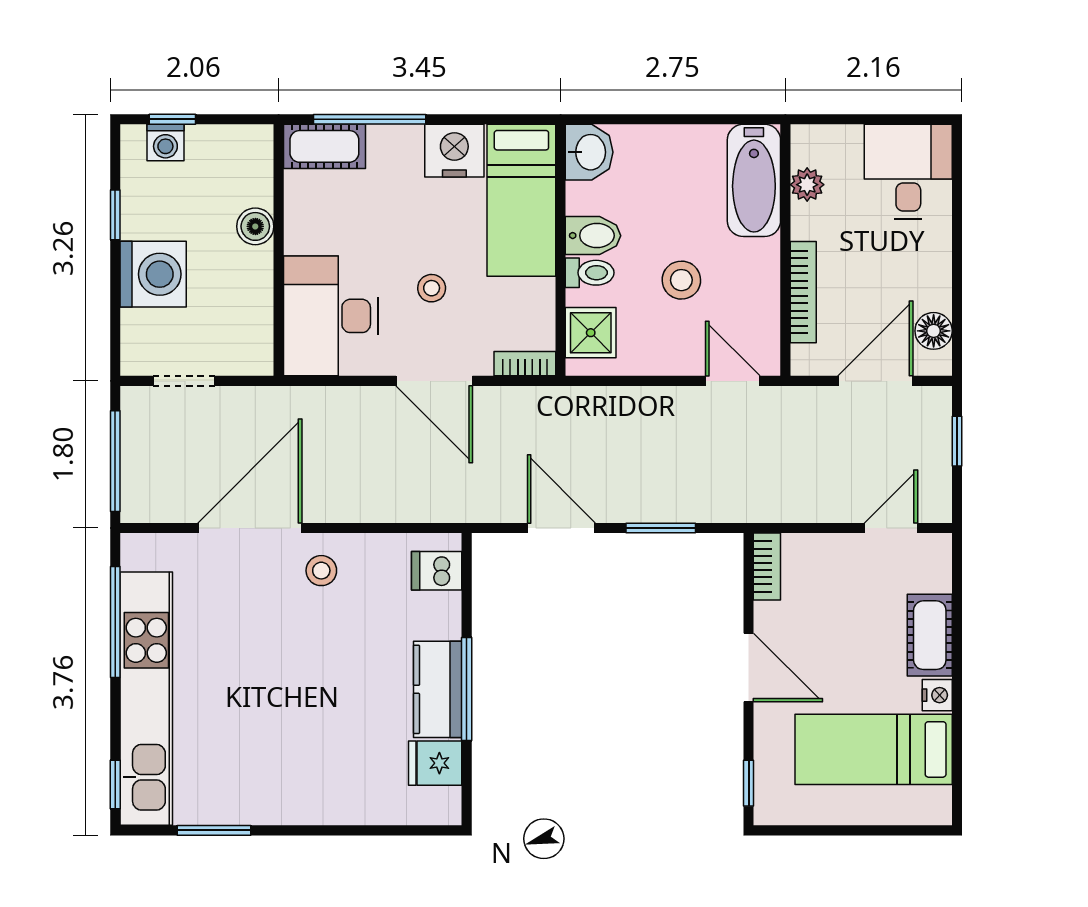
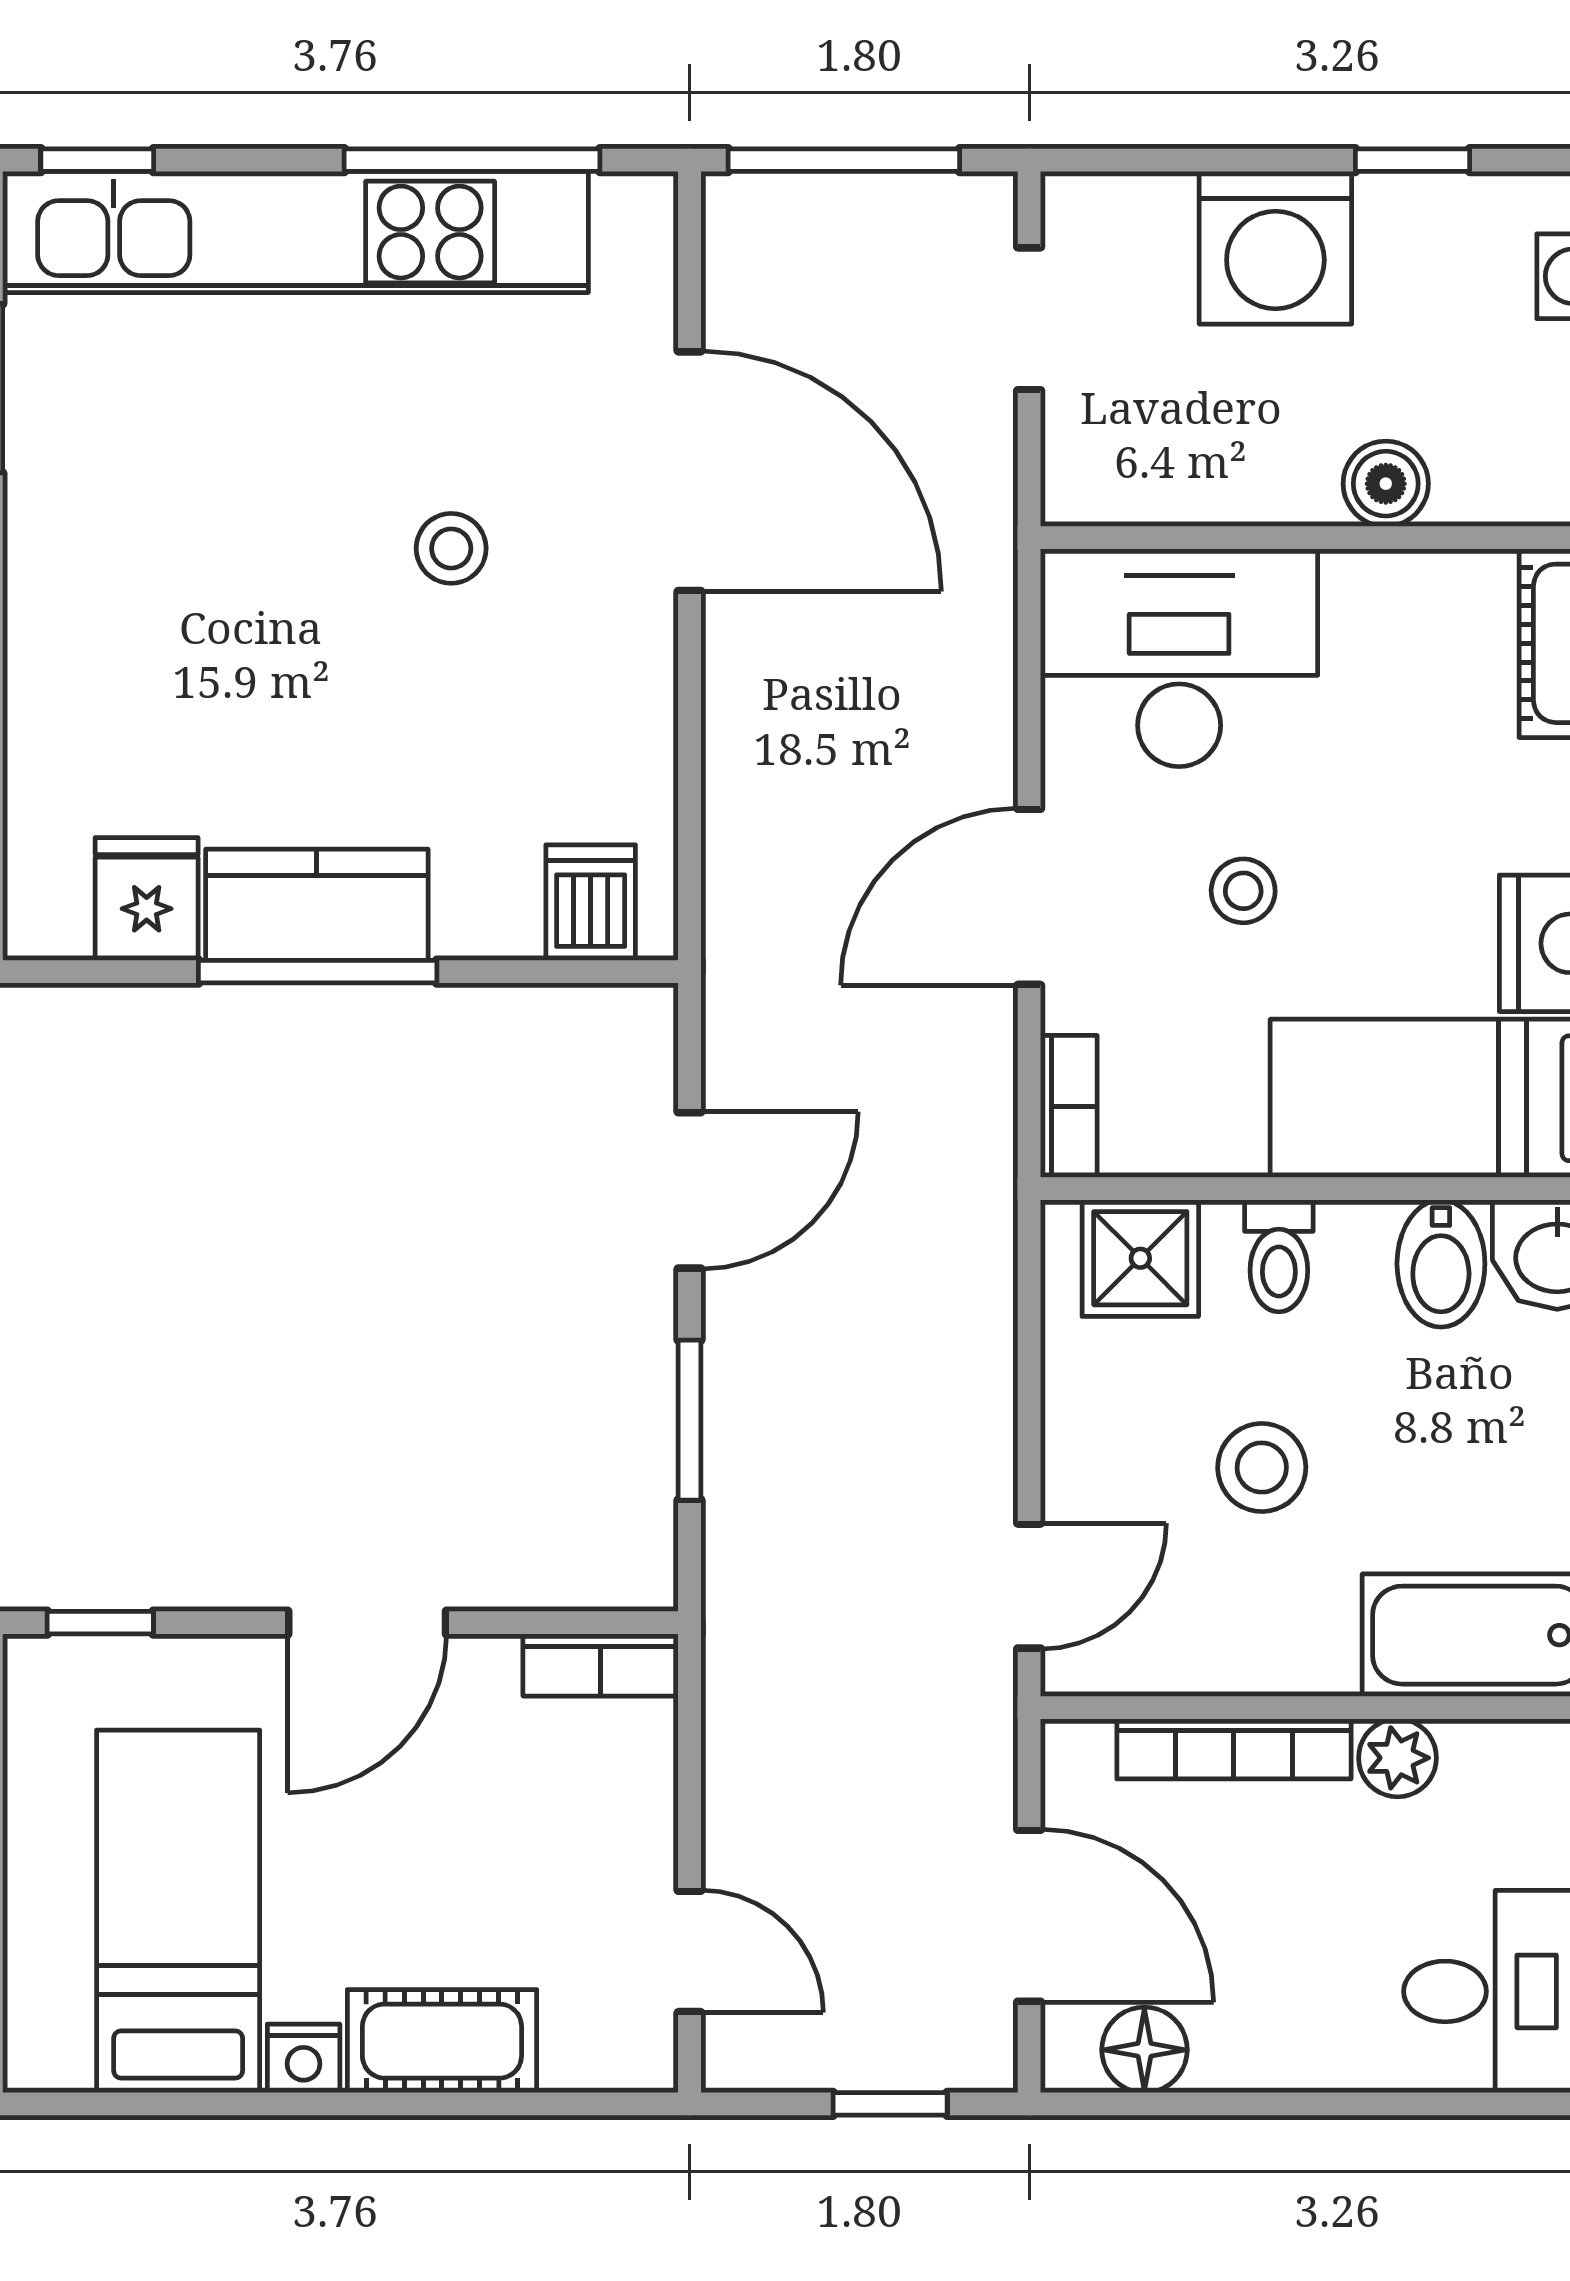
plant: (807, 185) -> (1397, 1758), moved
bidet: (593, 236) -> (1441, 1264), moved
stool: (321, 571) -> (451, 548), moved

